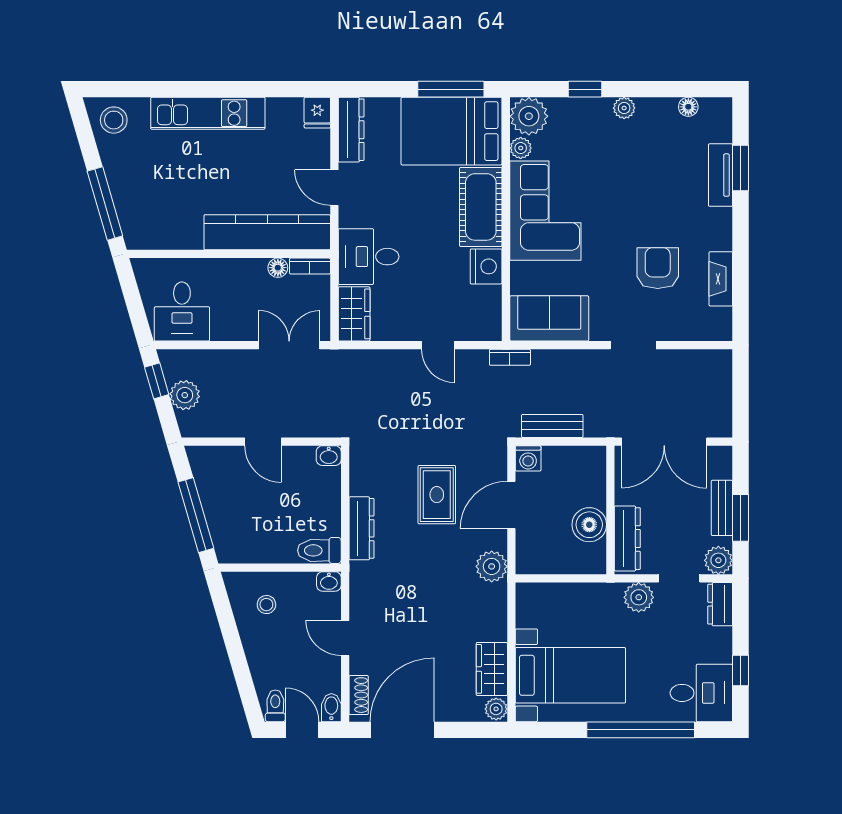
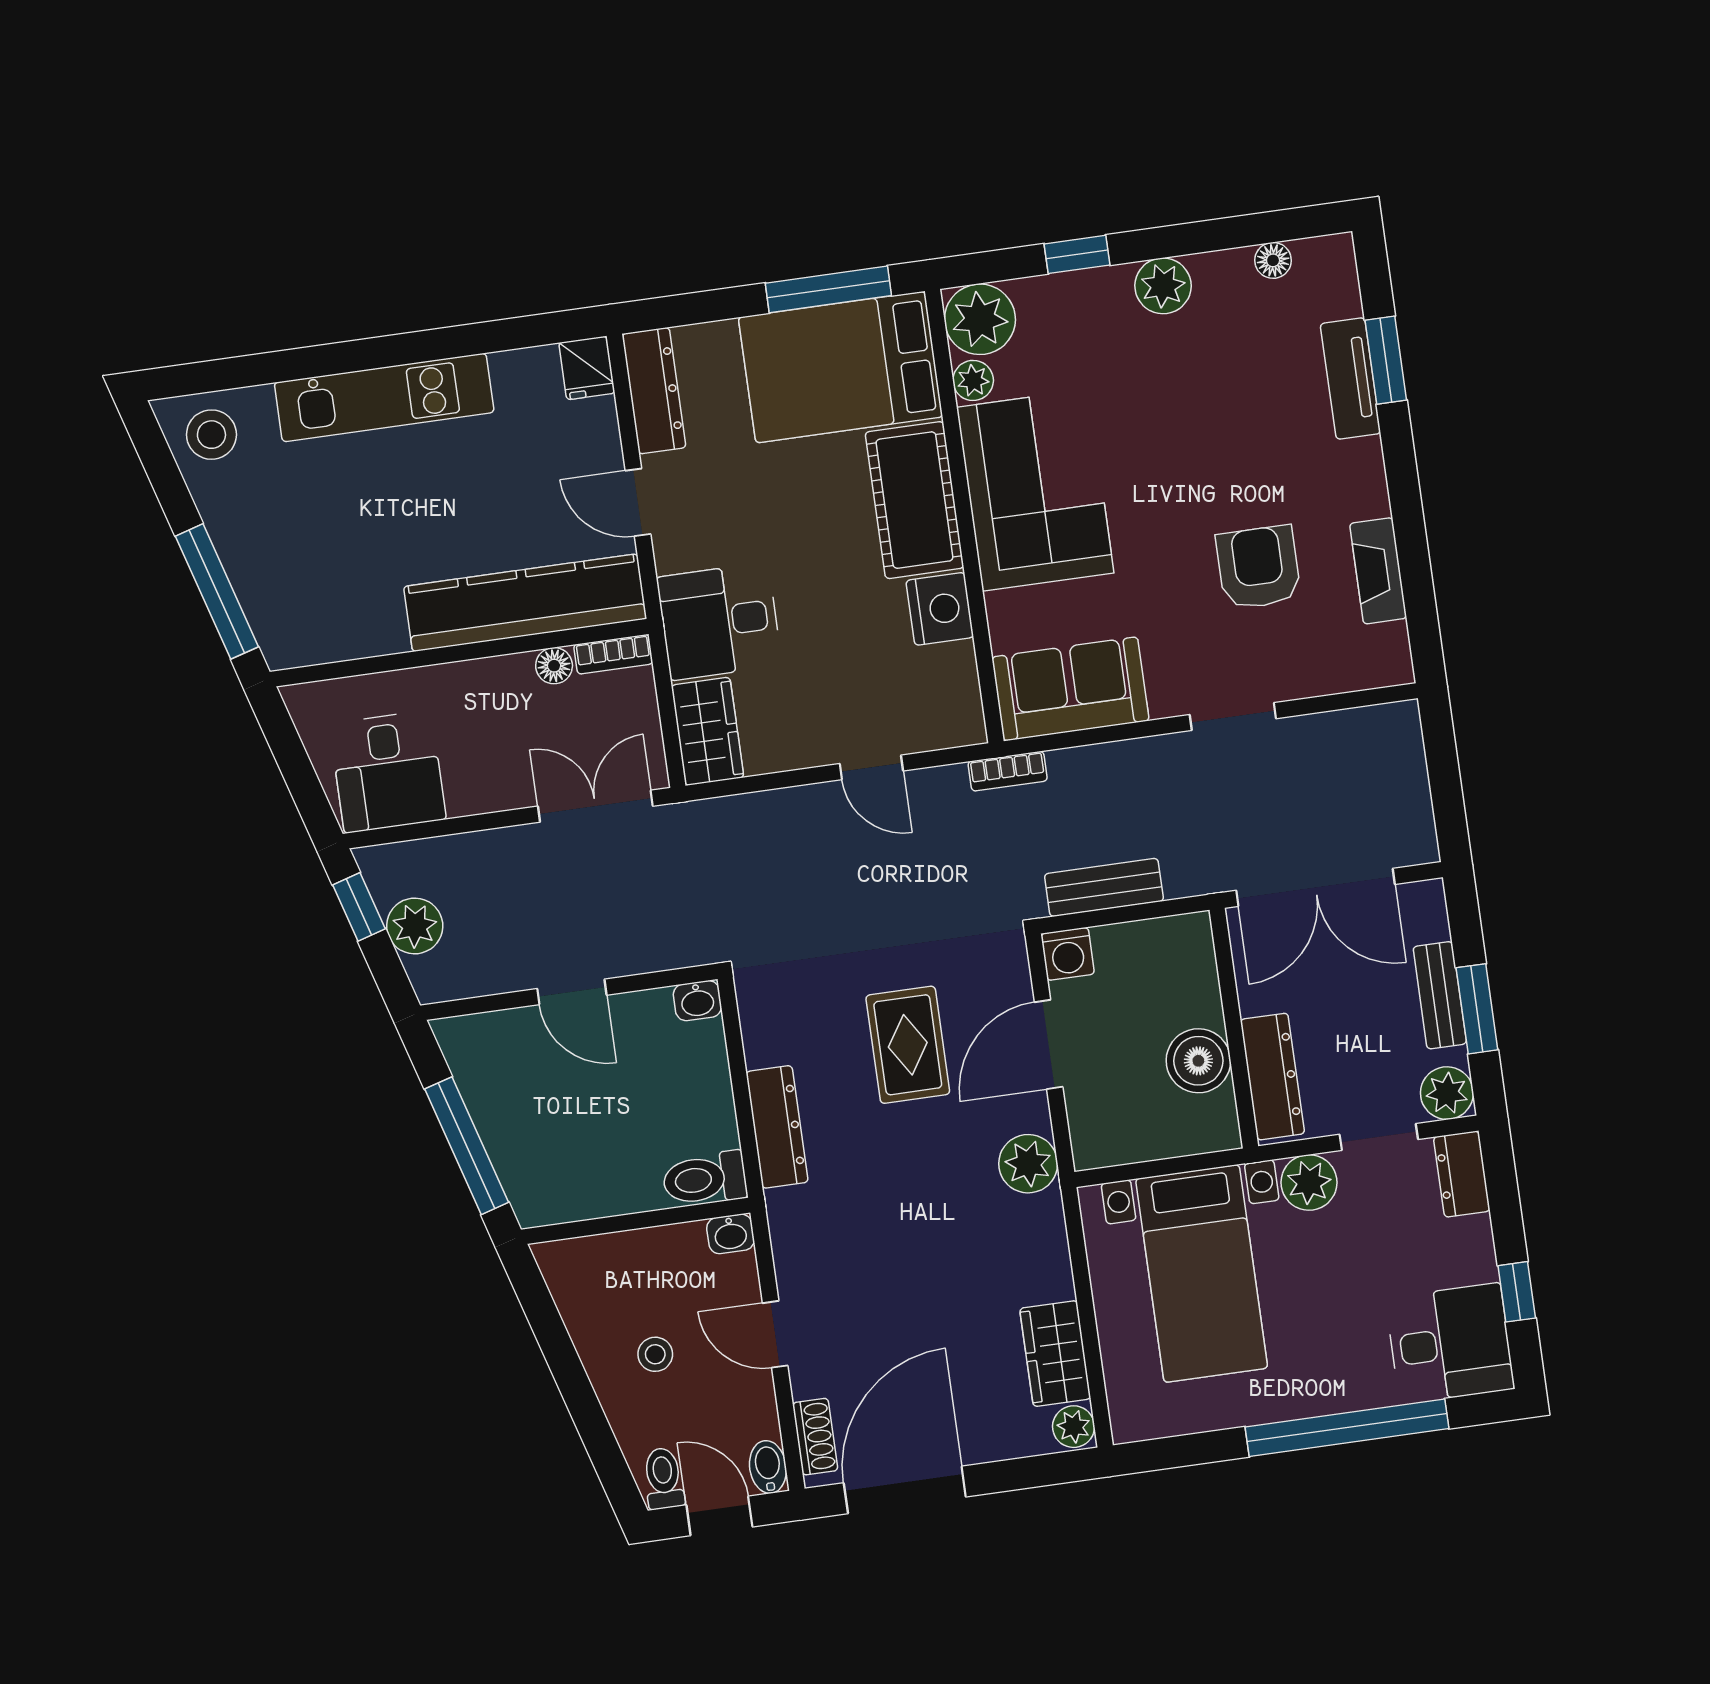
plant: (624, 108) -> (1163, 286), width x1.38, depth x1.38
stool: (266, 605) -> (655, 1354), moved
bed with nightstands: (570, 675) -> (1202, 1273), moved, turned 90

